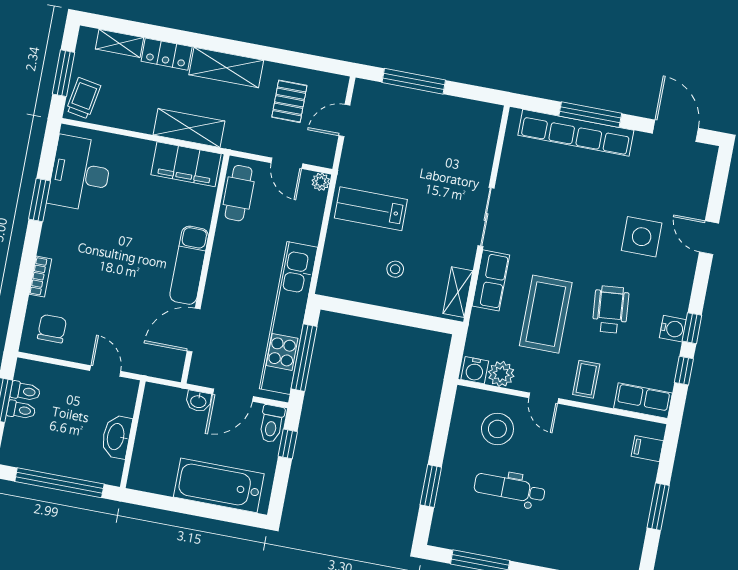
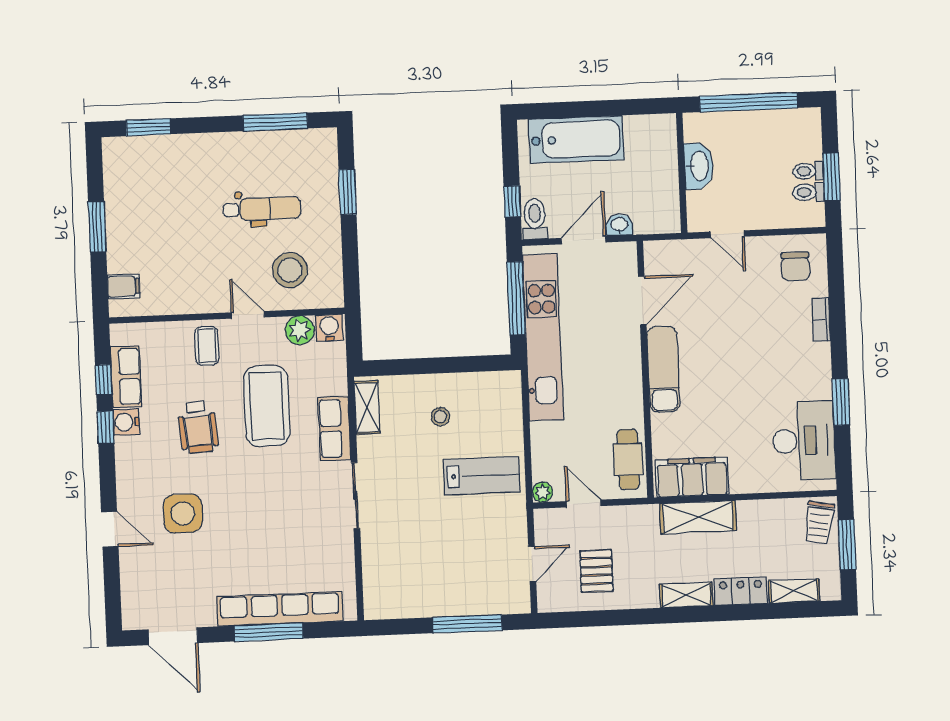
shelving: (226, 68) -> (686, 595), width x0.67, depth x0.75
row of seats: (643, 401) -> (126, 377), moved, turned -90

